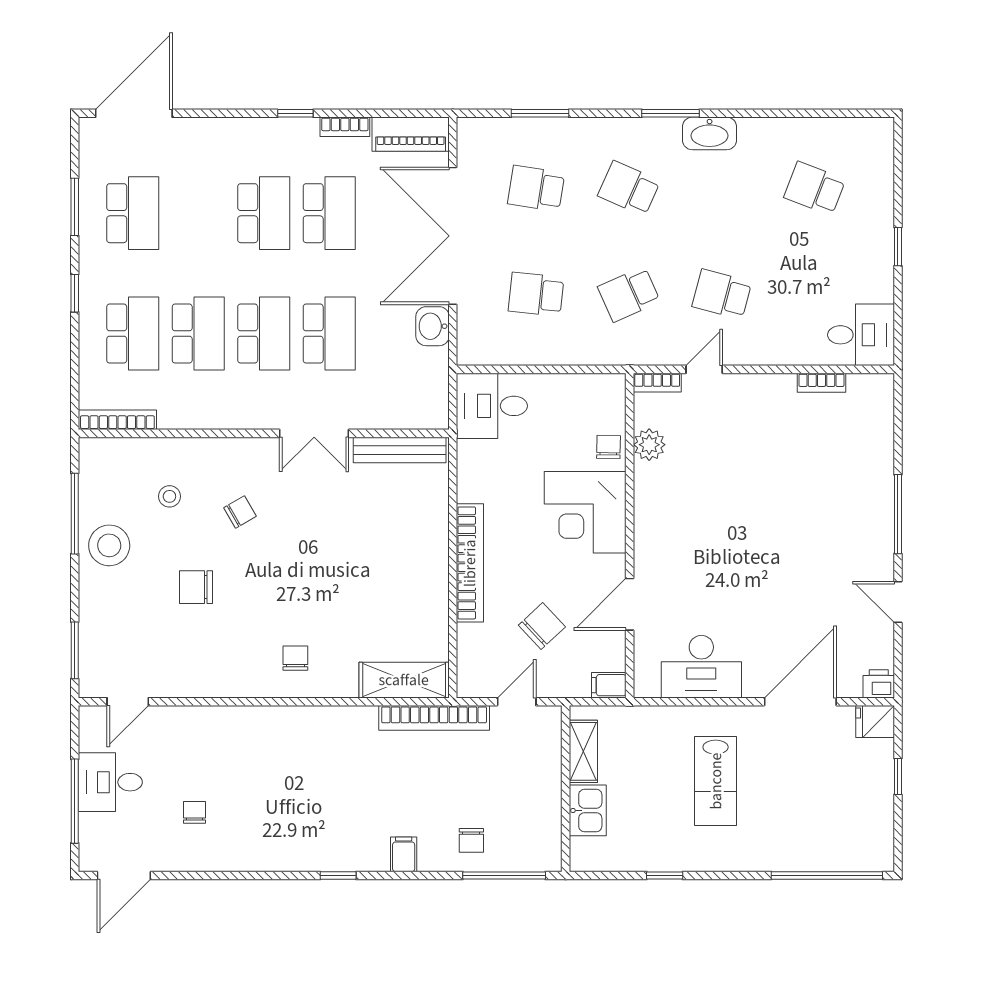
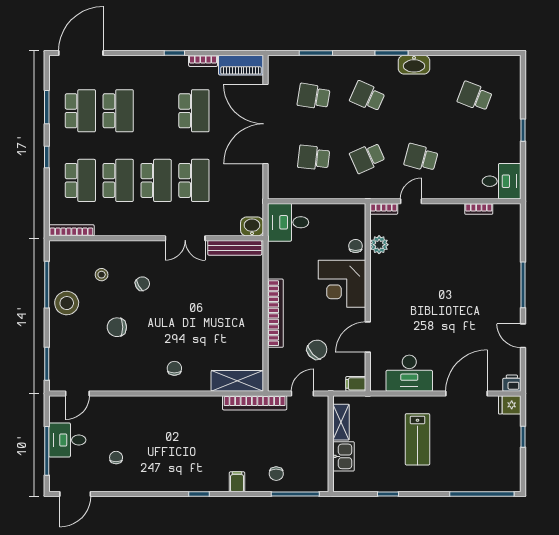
school desk: (264, 213) -> (118, 111), moved
washbasin: (433, 326) -> (252, 227), moved, turned 90

